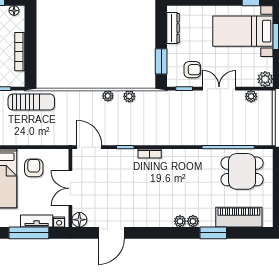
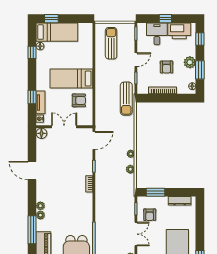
window: (29, 233) -> (32, 97), width x0.46
door: (111, 233) -> (32, 171), moved
window: (213, 233) -> (32, 230), width x1.44

